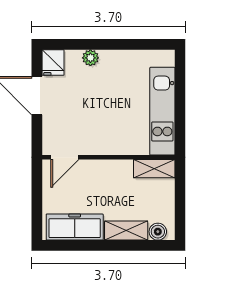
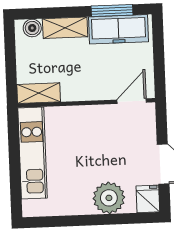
plant: (90, 58) -> (109, 198), width x1.88, depth x1.88
window: (80, 245) -> (112, 10), added

